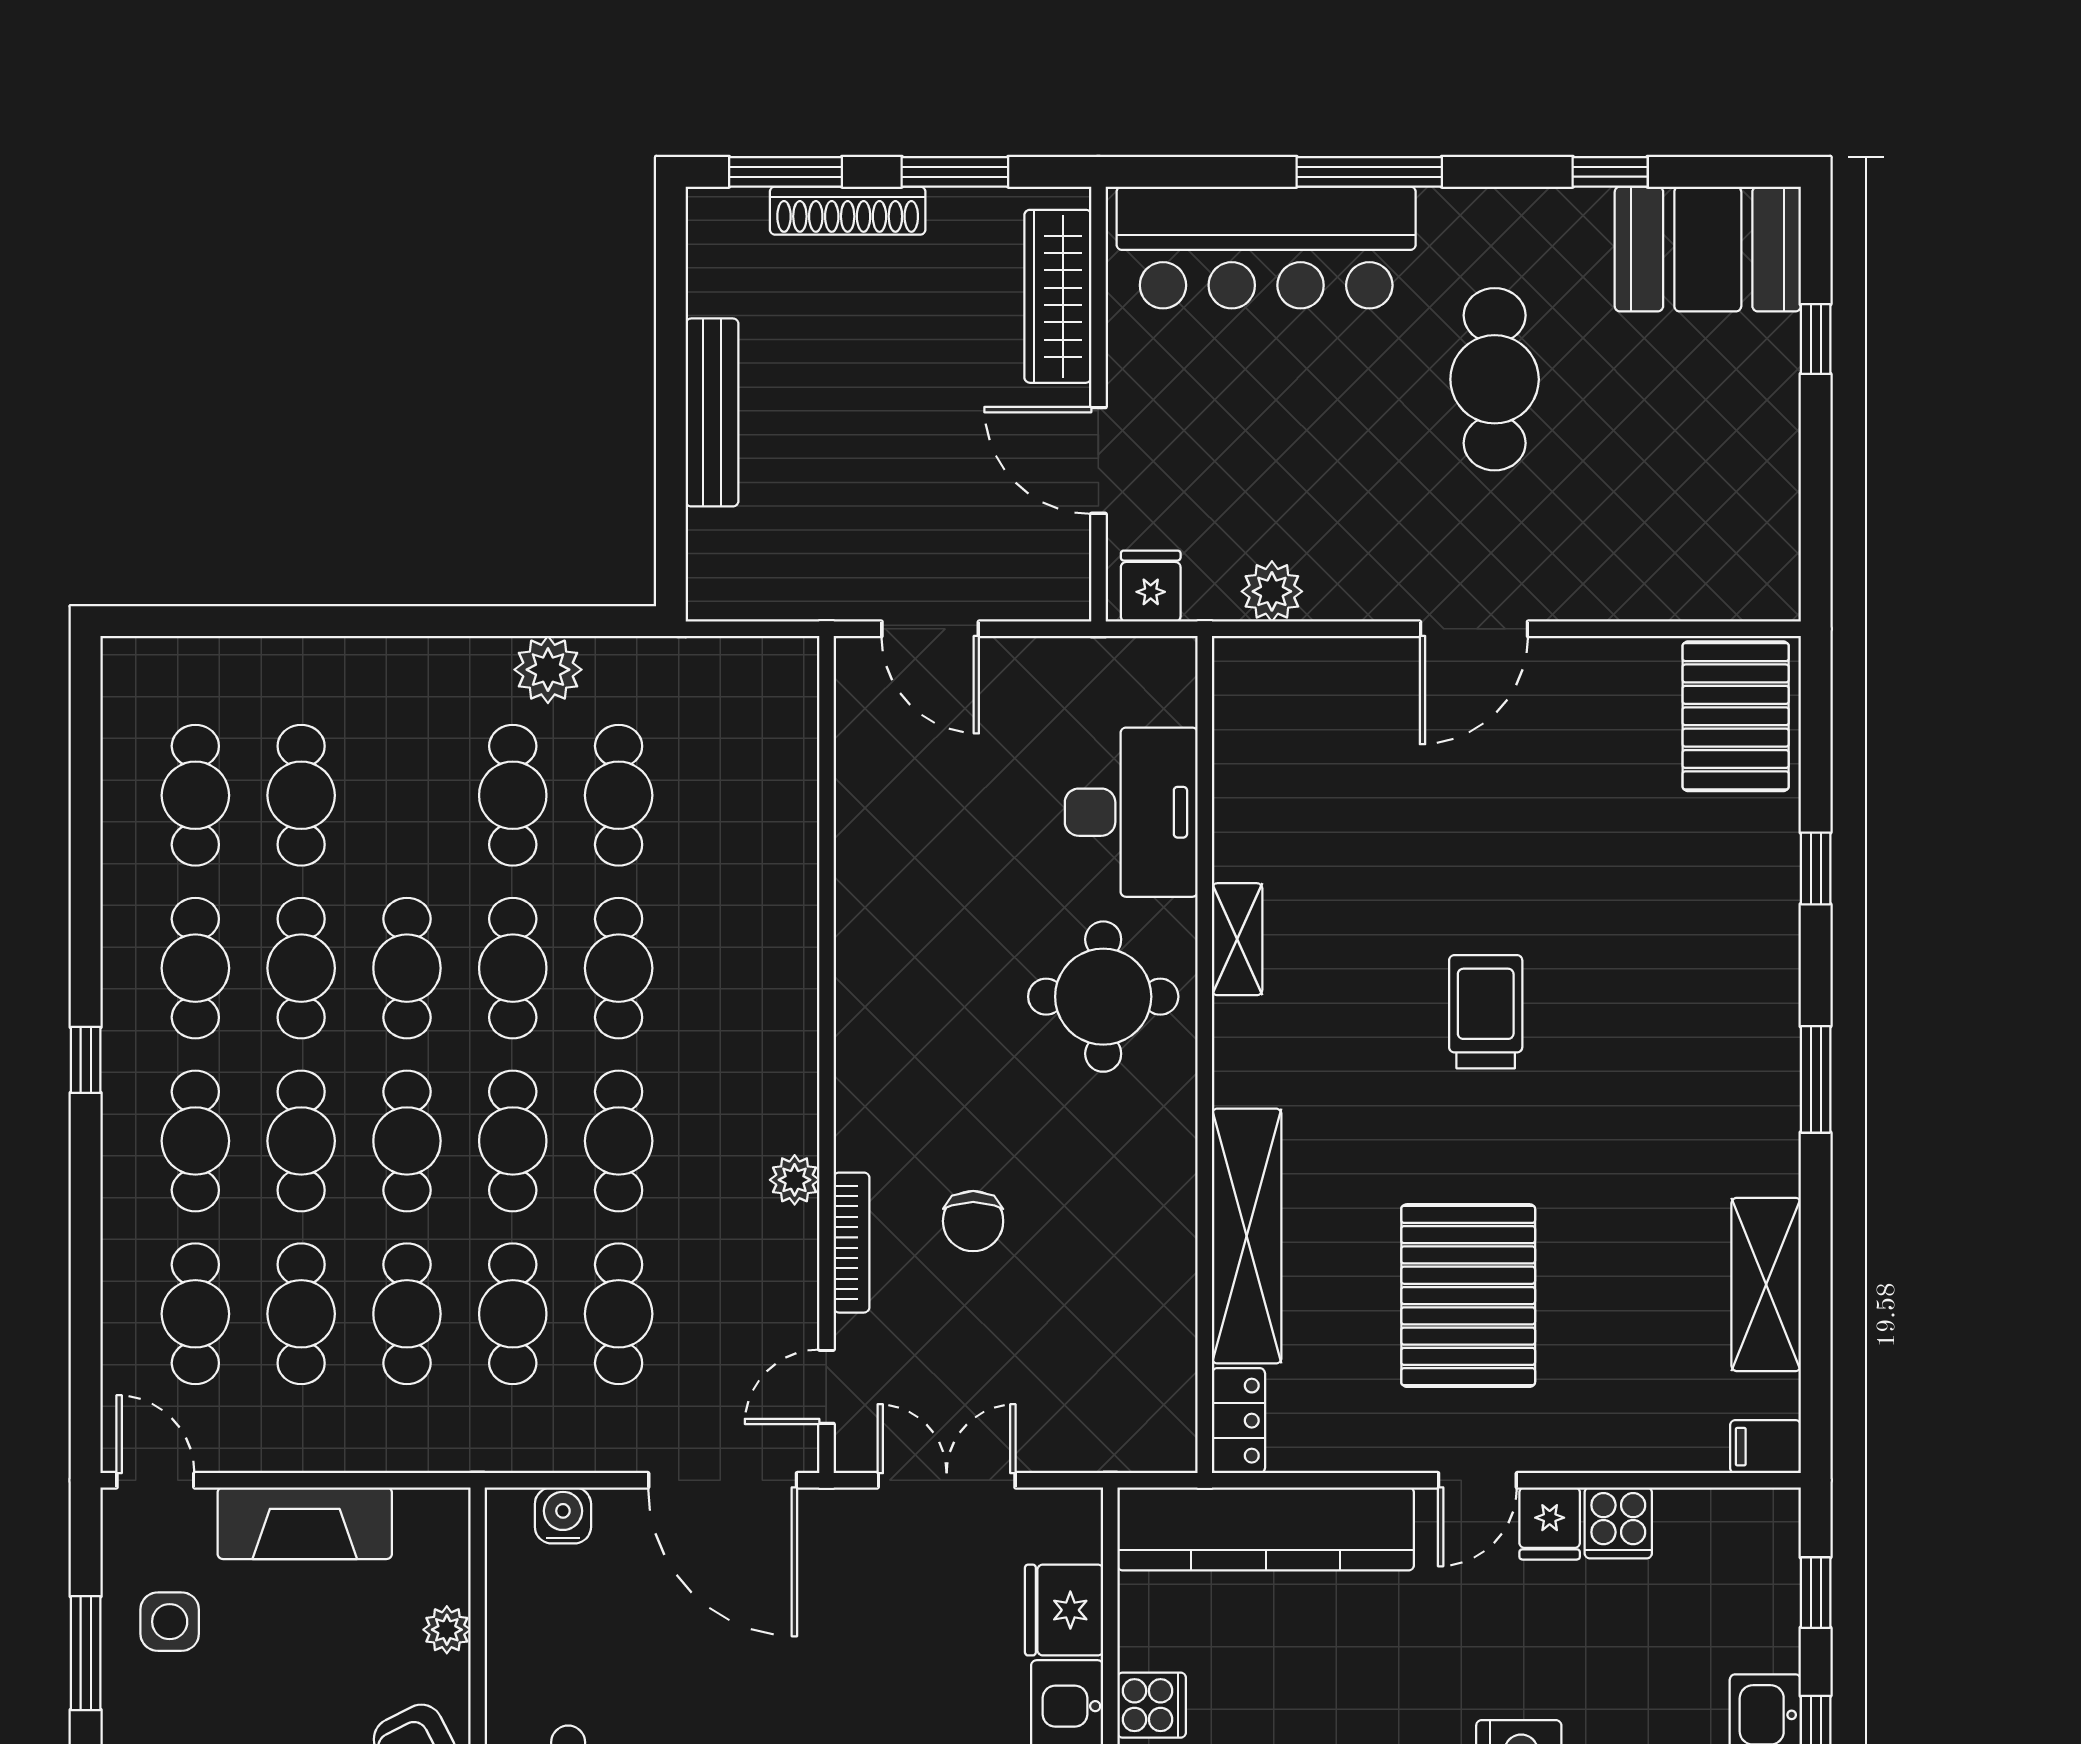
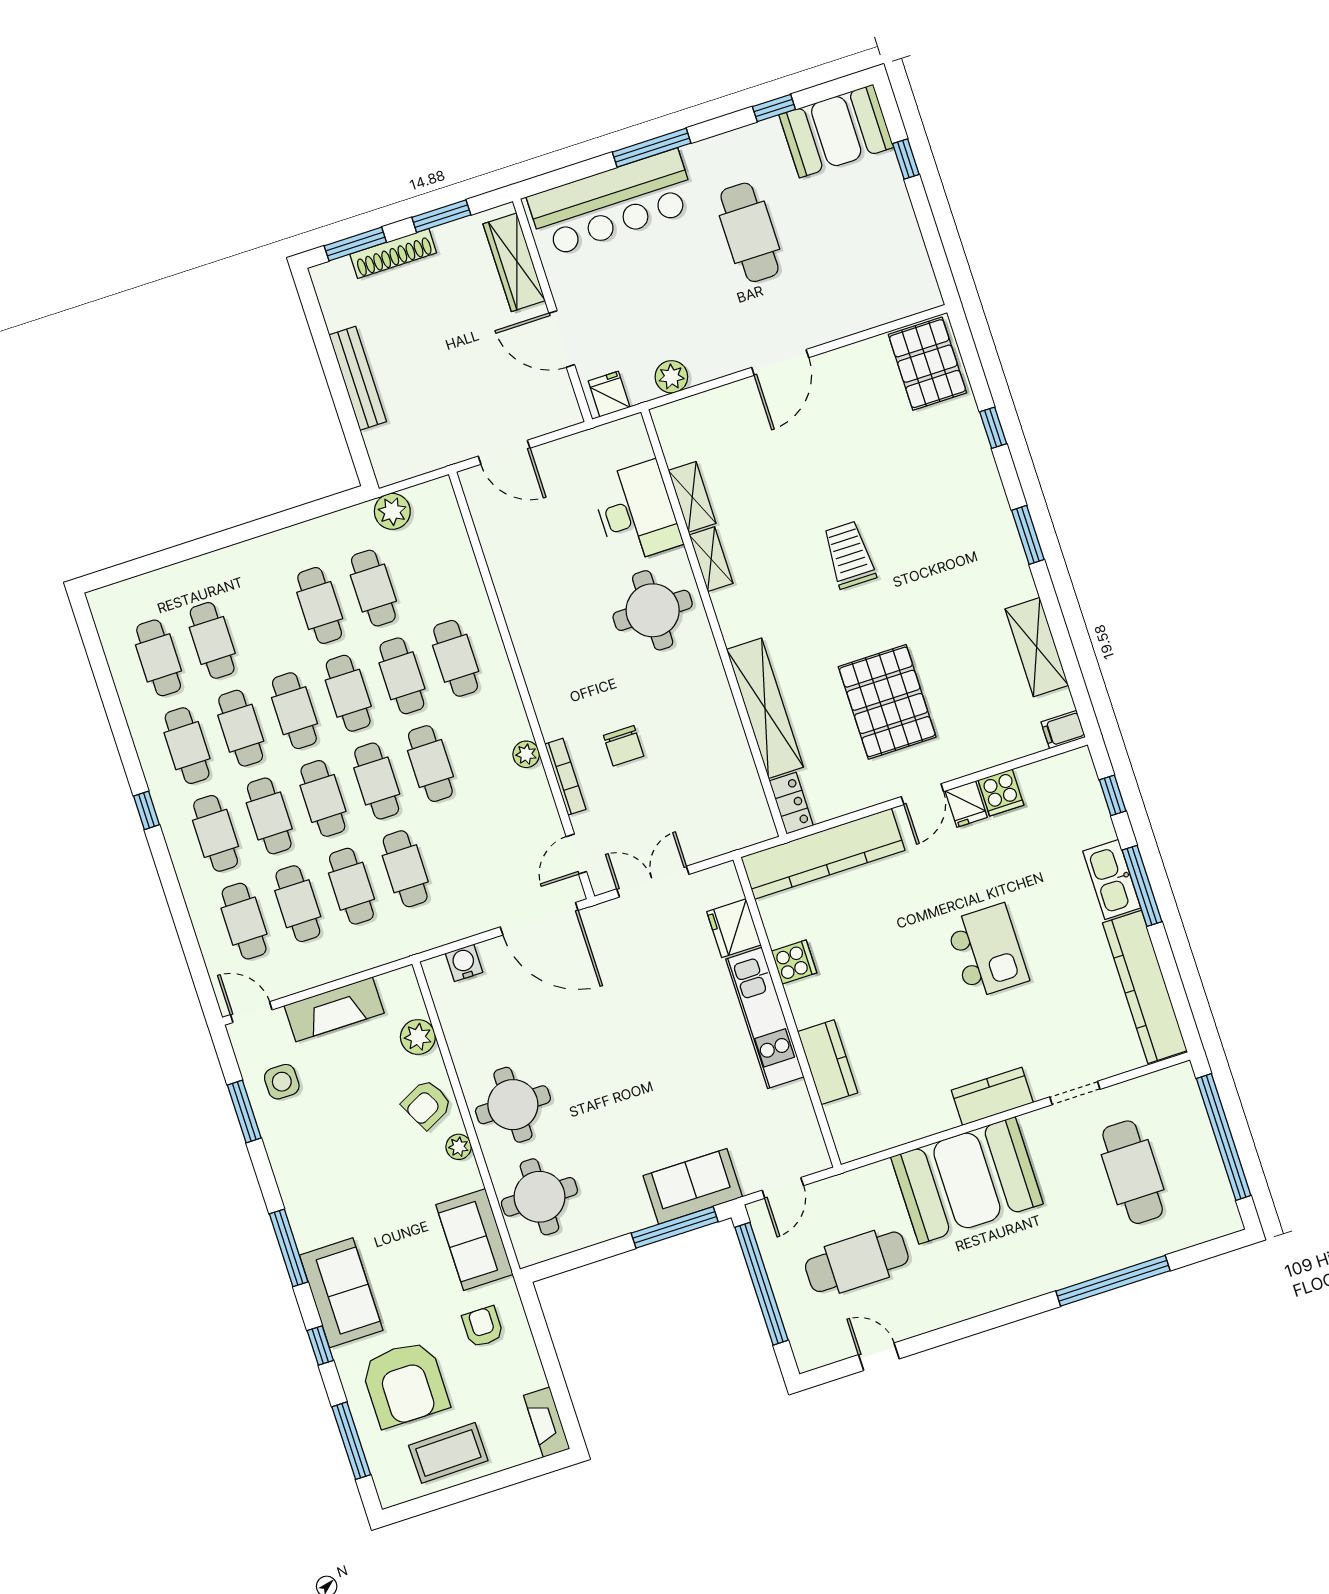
plant: (548, 670) -> (392, 511), moved
shelving: (1239, 817) -> (692, 497), added
cafe table: (619, 1314) -> (456, 658), moved
plant: (447, 1630) -> (418, 1037), width x1.38, depth x1.38

